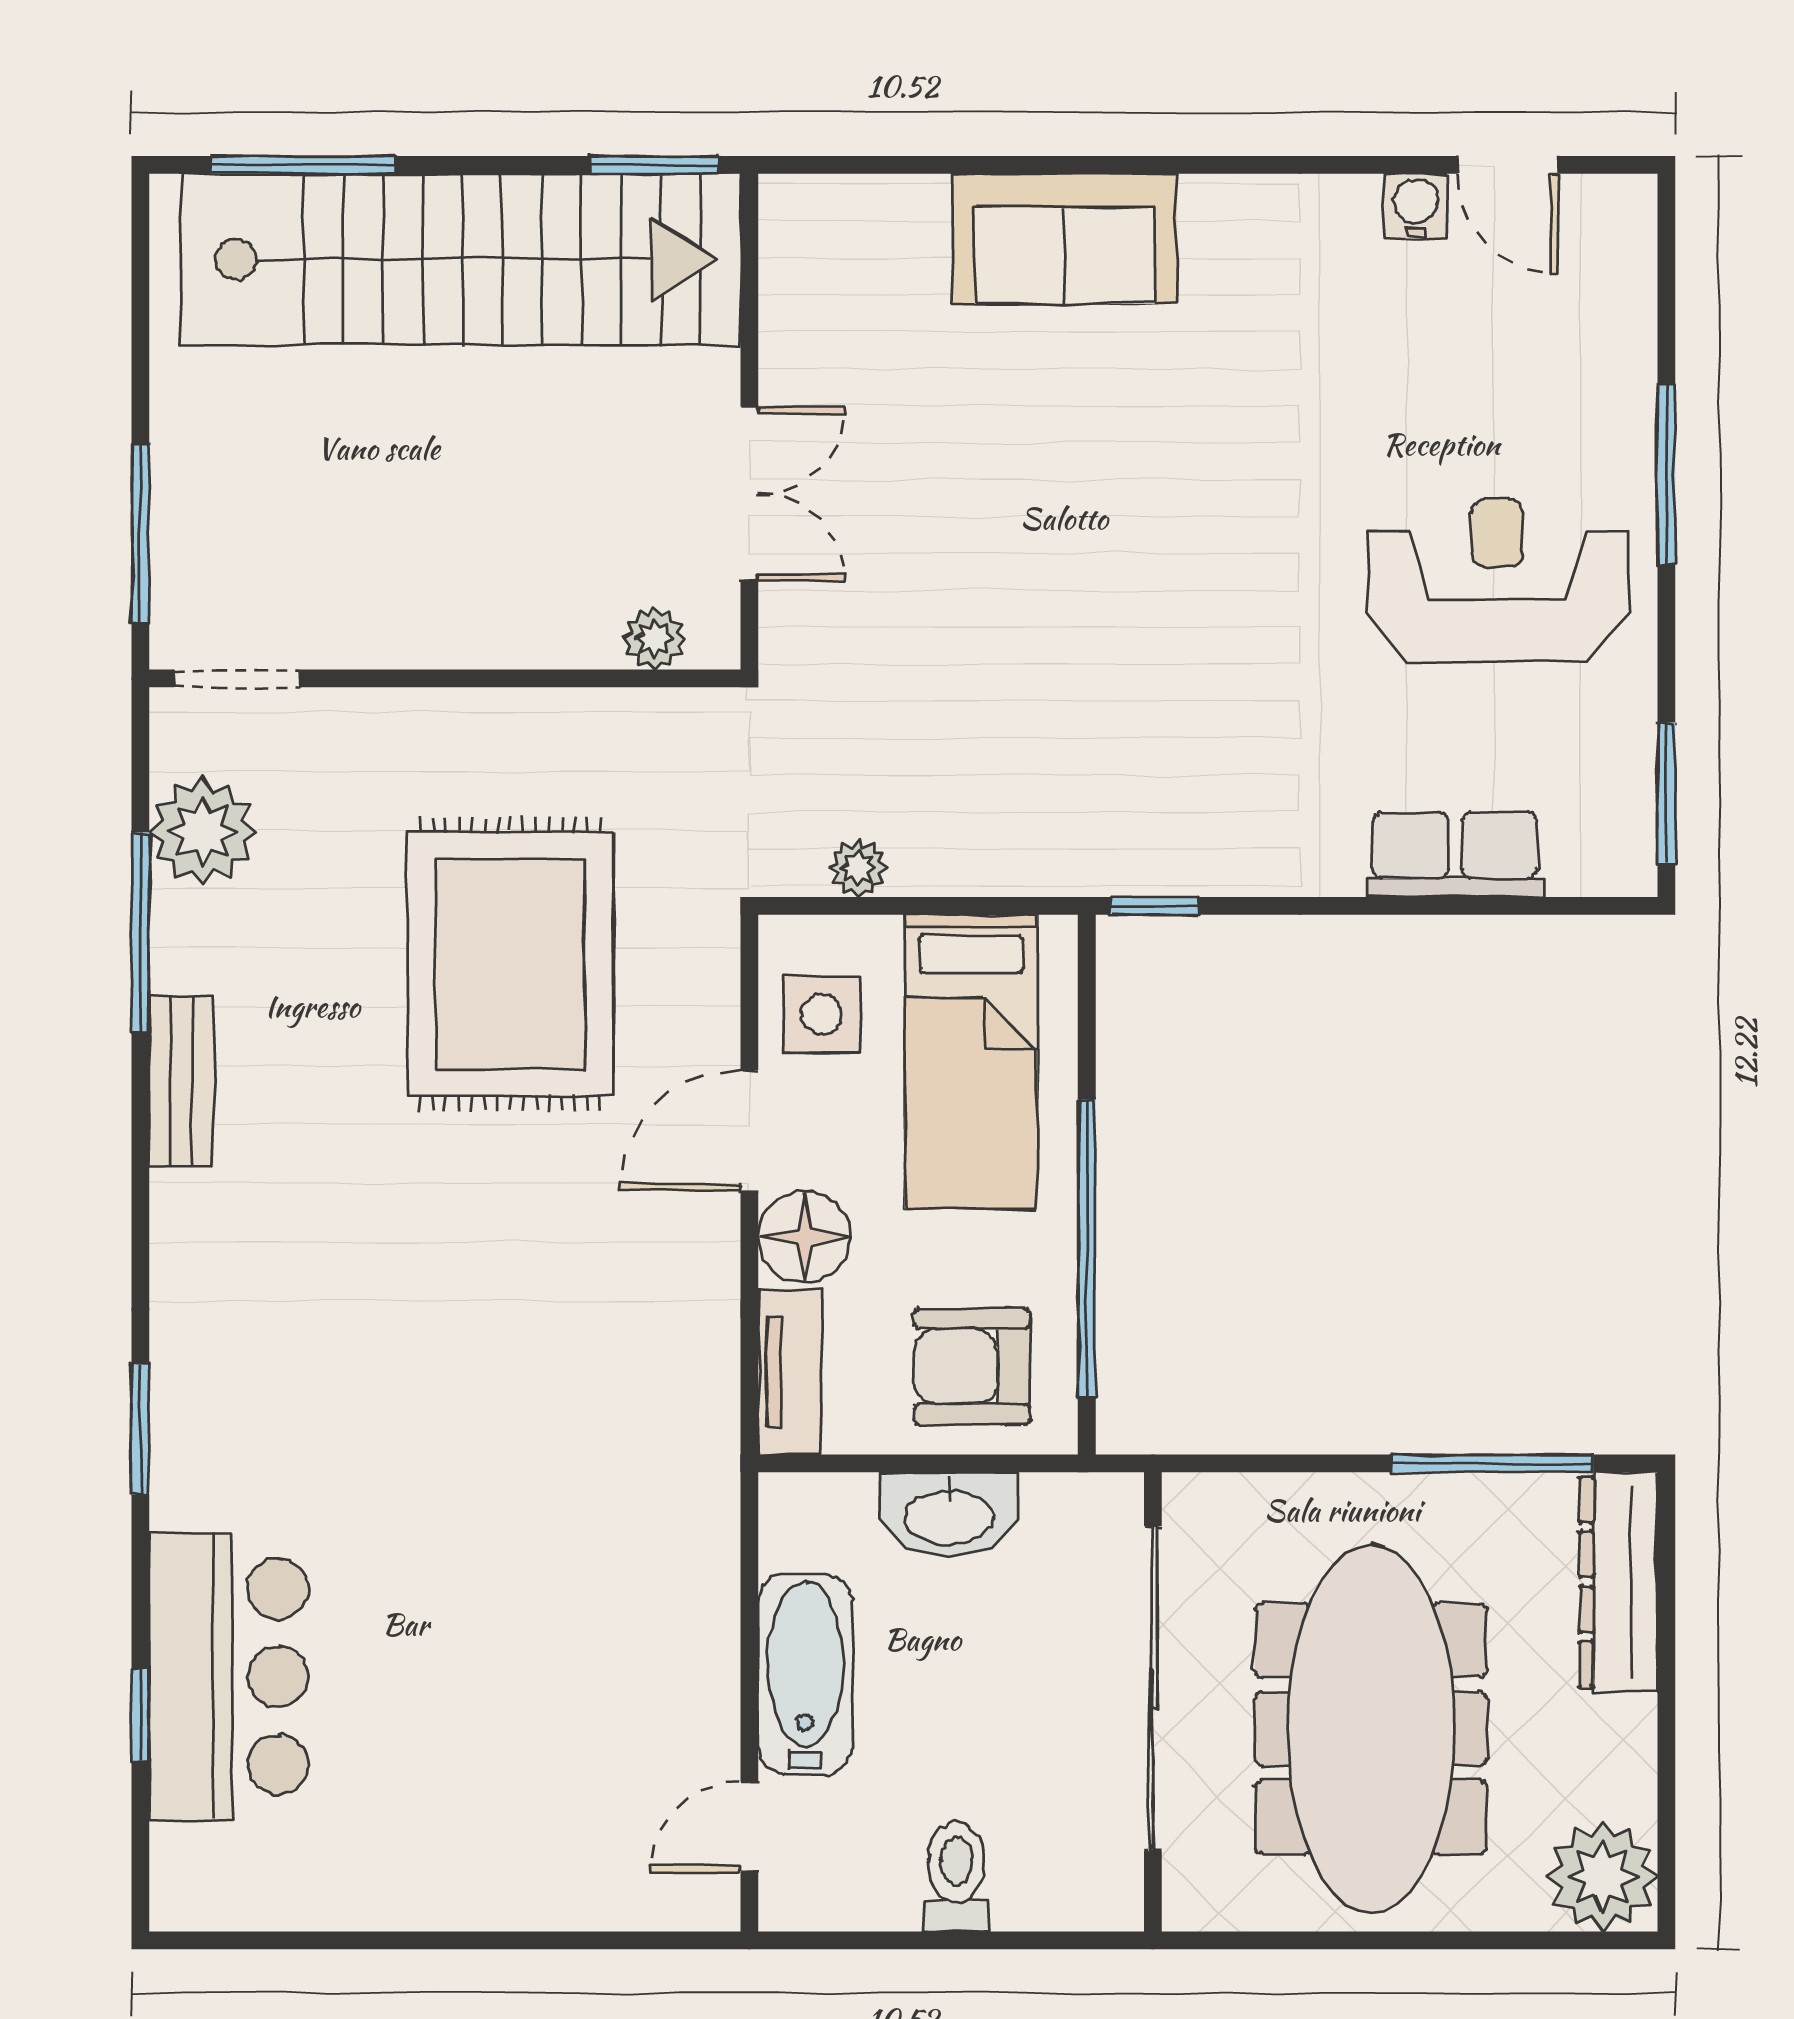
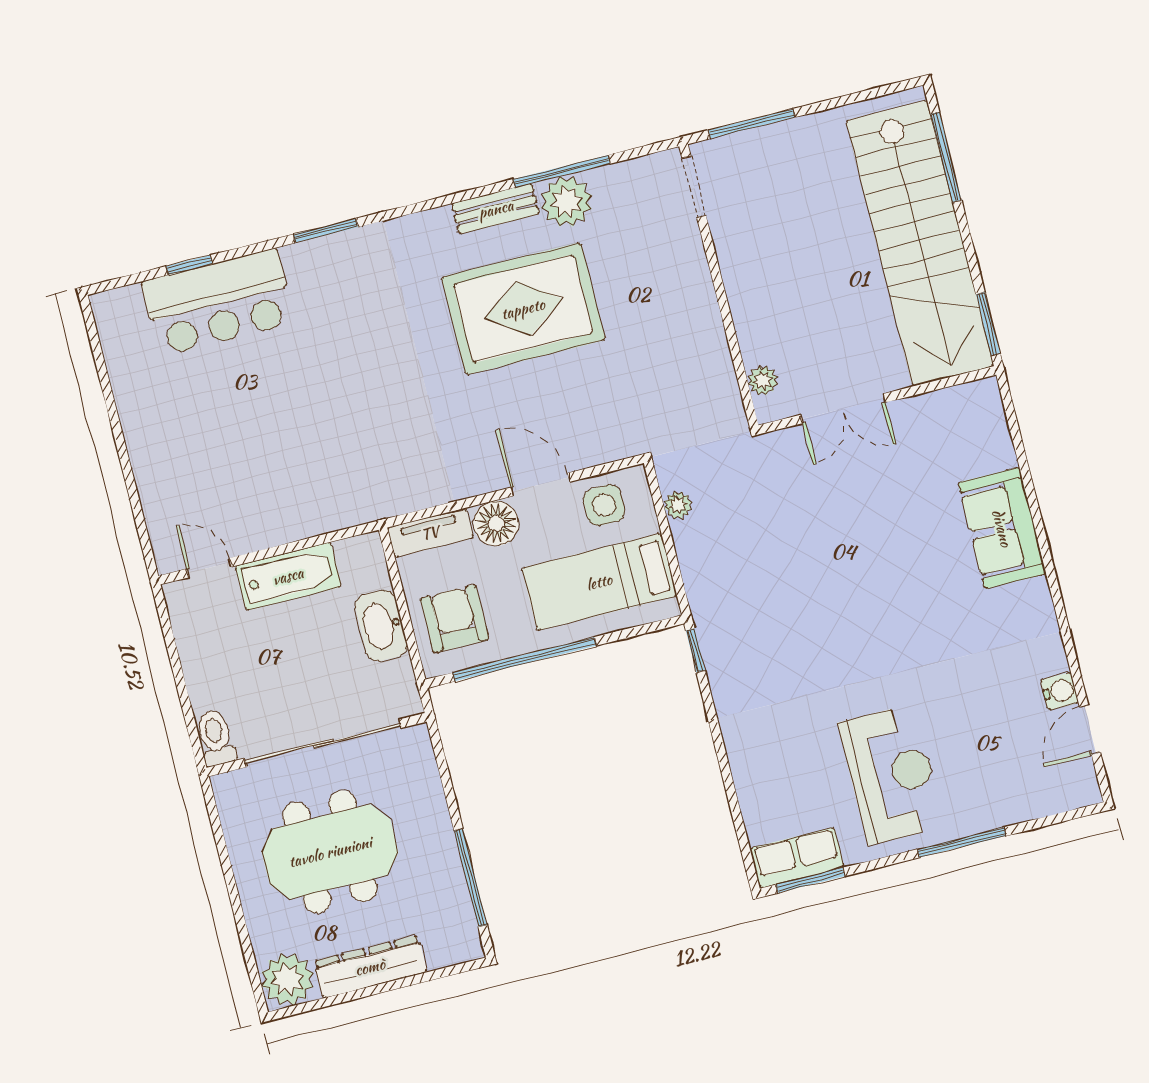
plant: (203, 832) -> (567, 202), moved
row of seats: (1455, 854) -> (797, 858), moved, turned -90
rug: (511, 964) -> (523, 309), moved
dresser: (1618, 1582) -> (370, 967), moved
meeting table: (1371, 1729) -> (330, 852), width x0.73
toilet: (956, 1876) -> (216, 738), moved, turned -90

